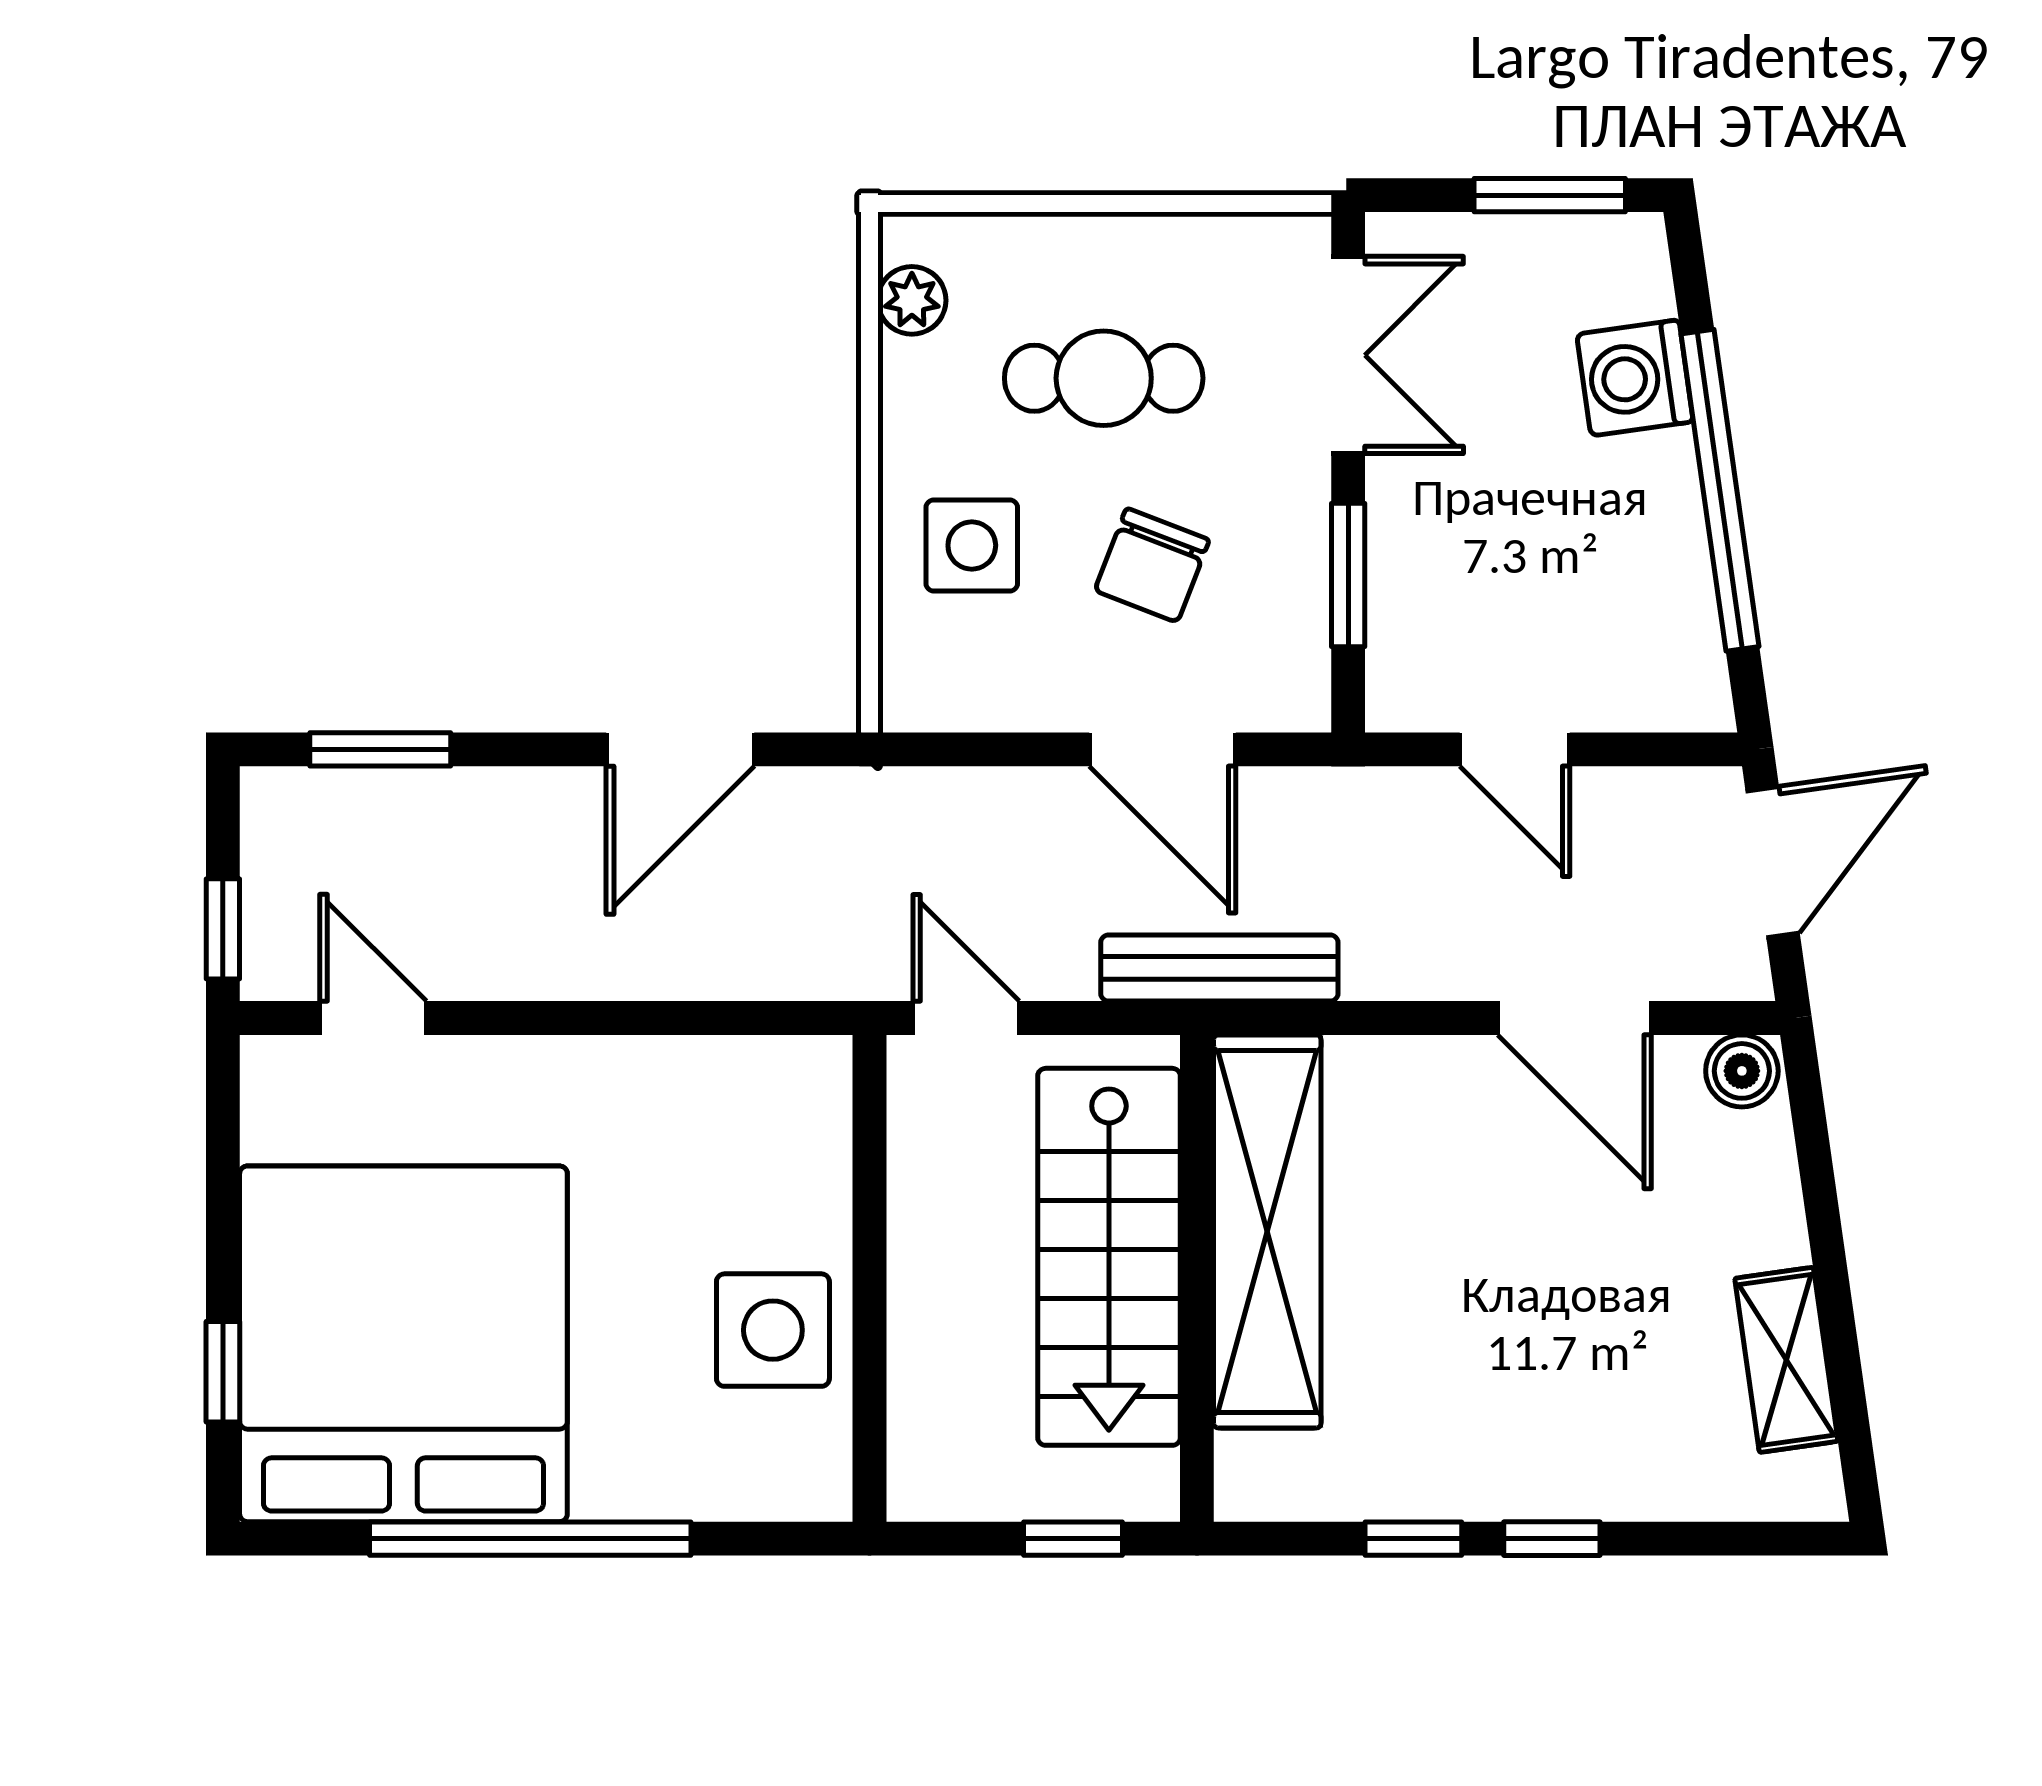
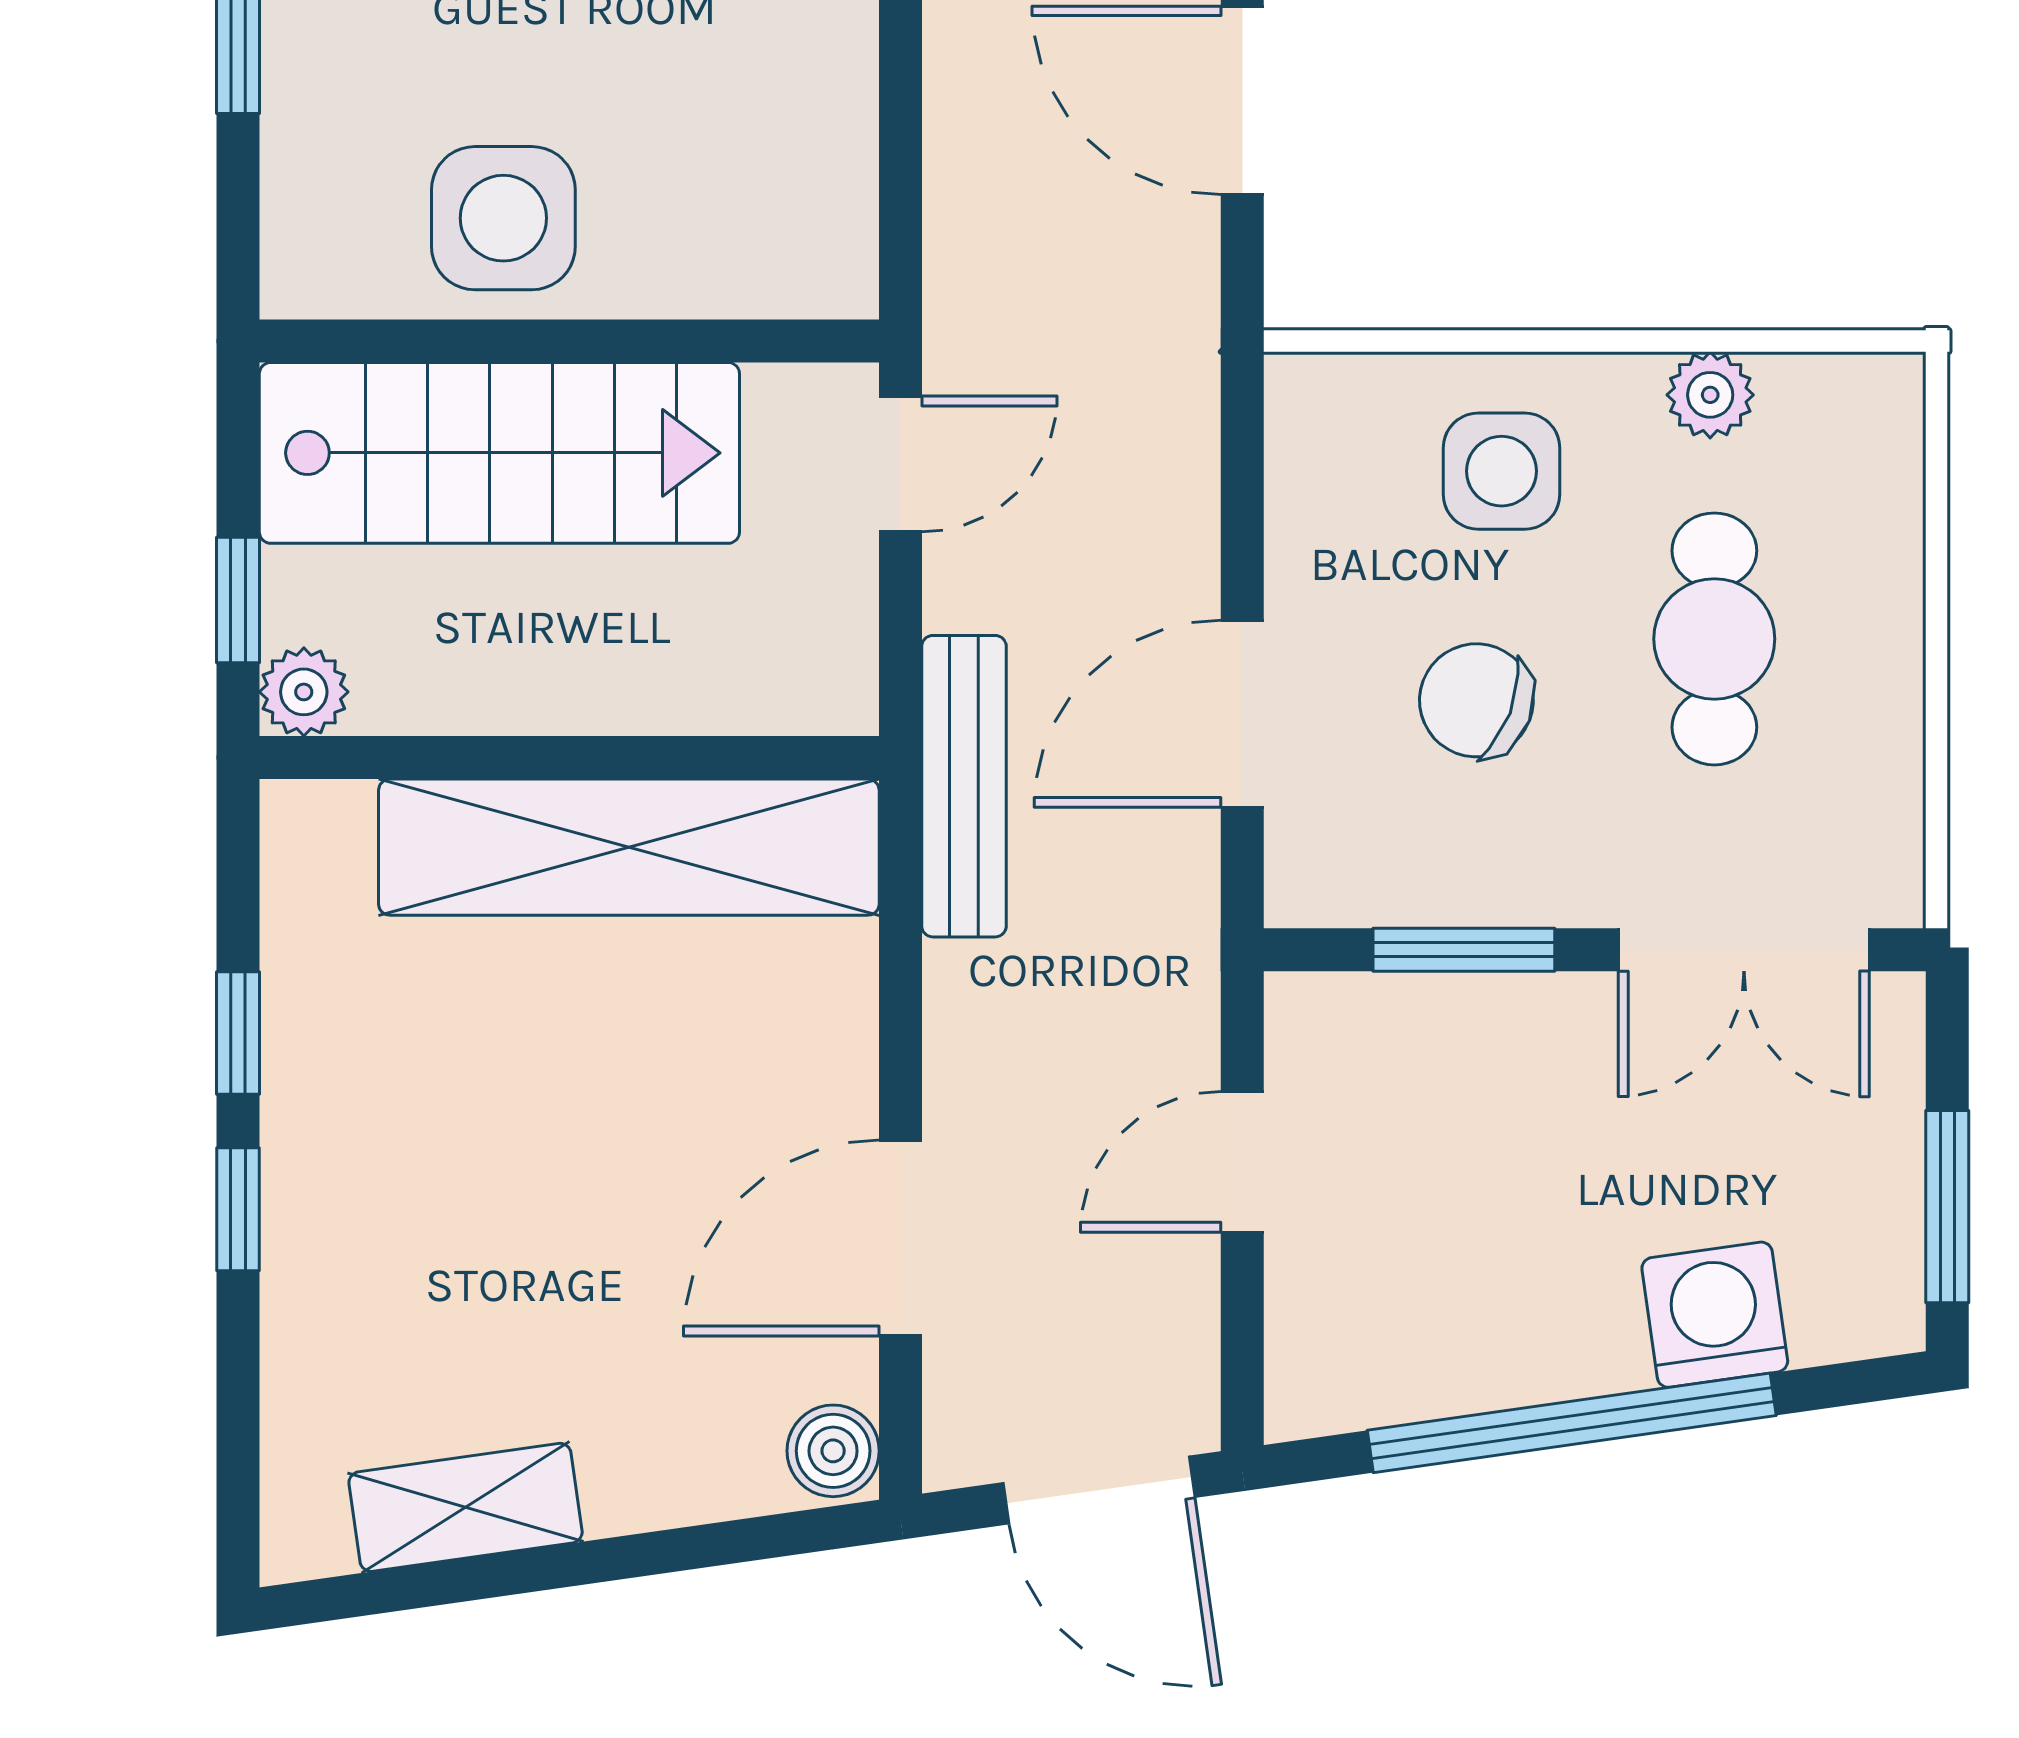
plant: (912, 300) -> (1710, 395), moved
stairs: (1109, 1257) -> (499, 453), moved, turned 180
plant: (1145, 1487) -> (304, 692), added

